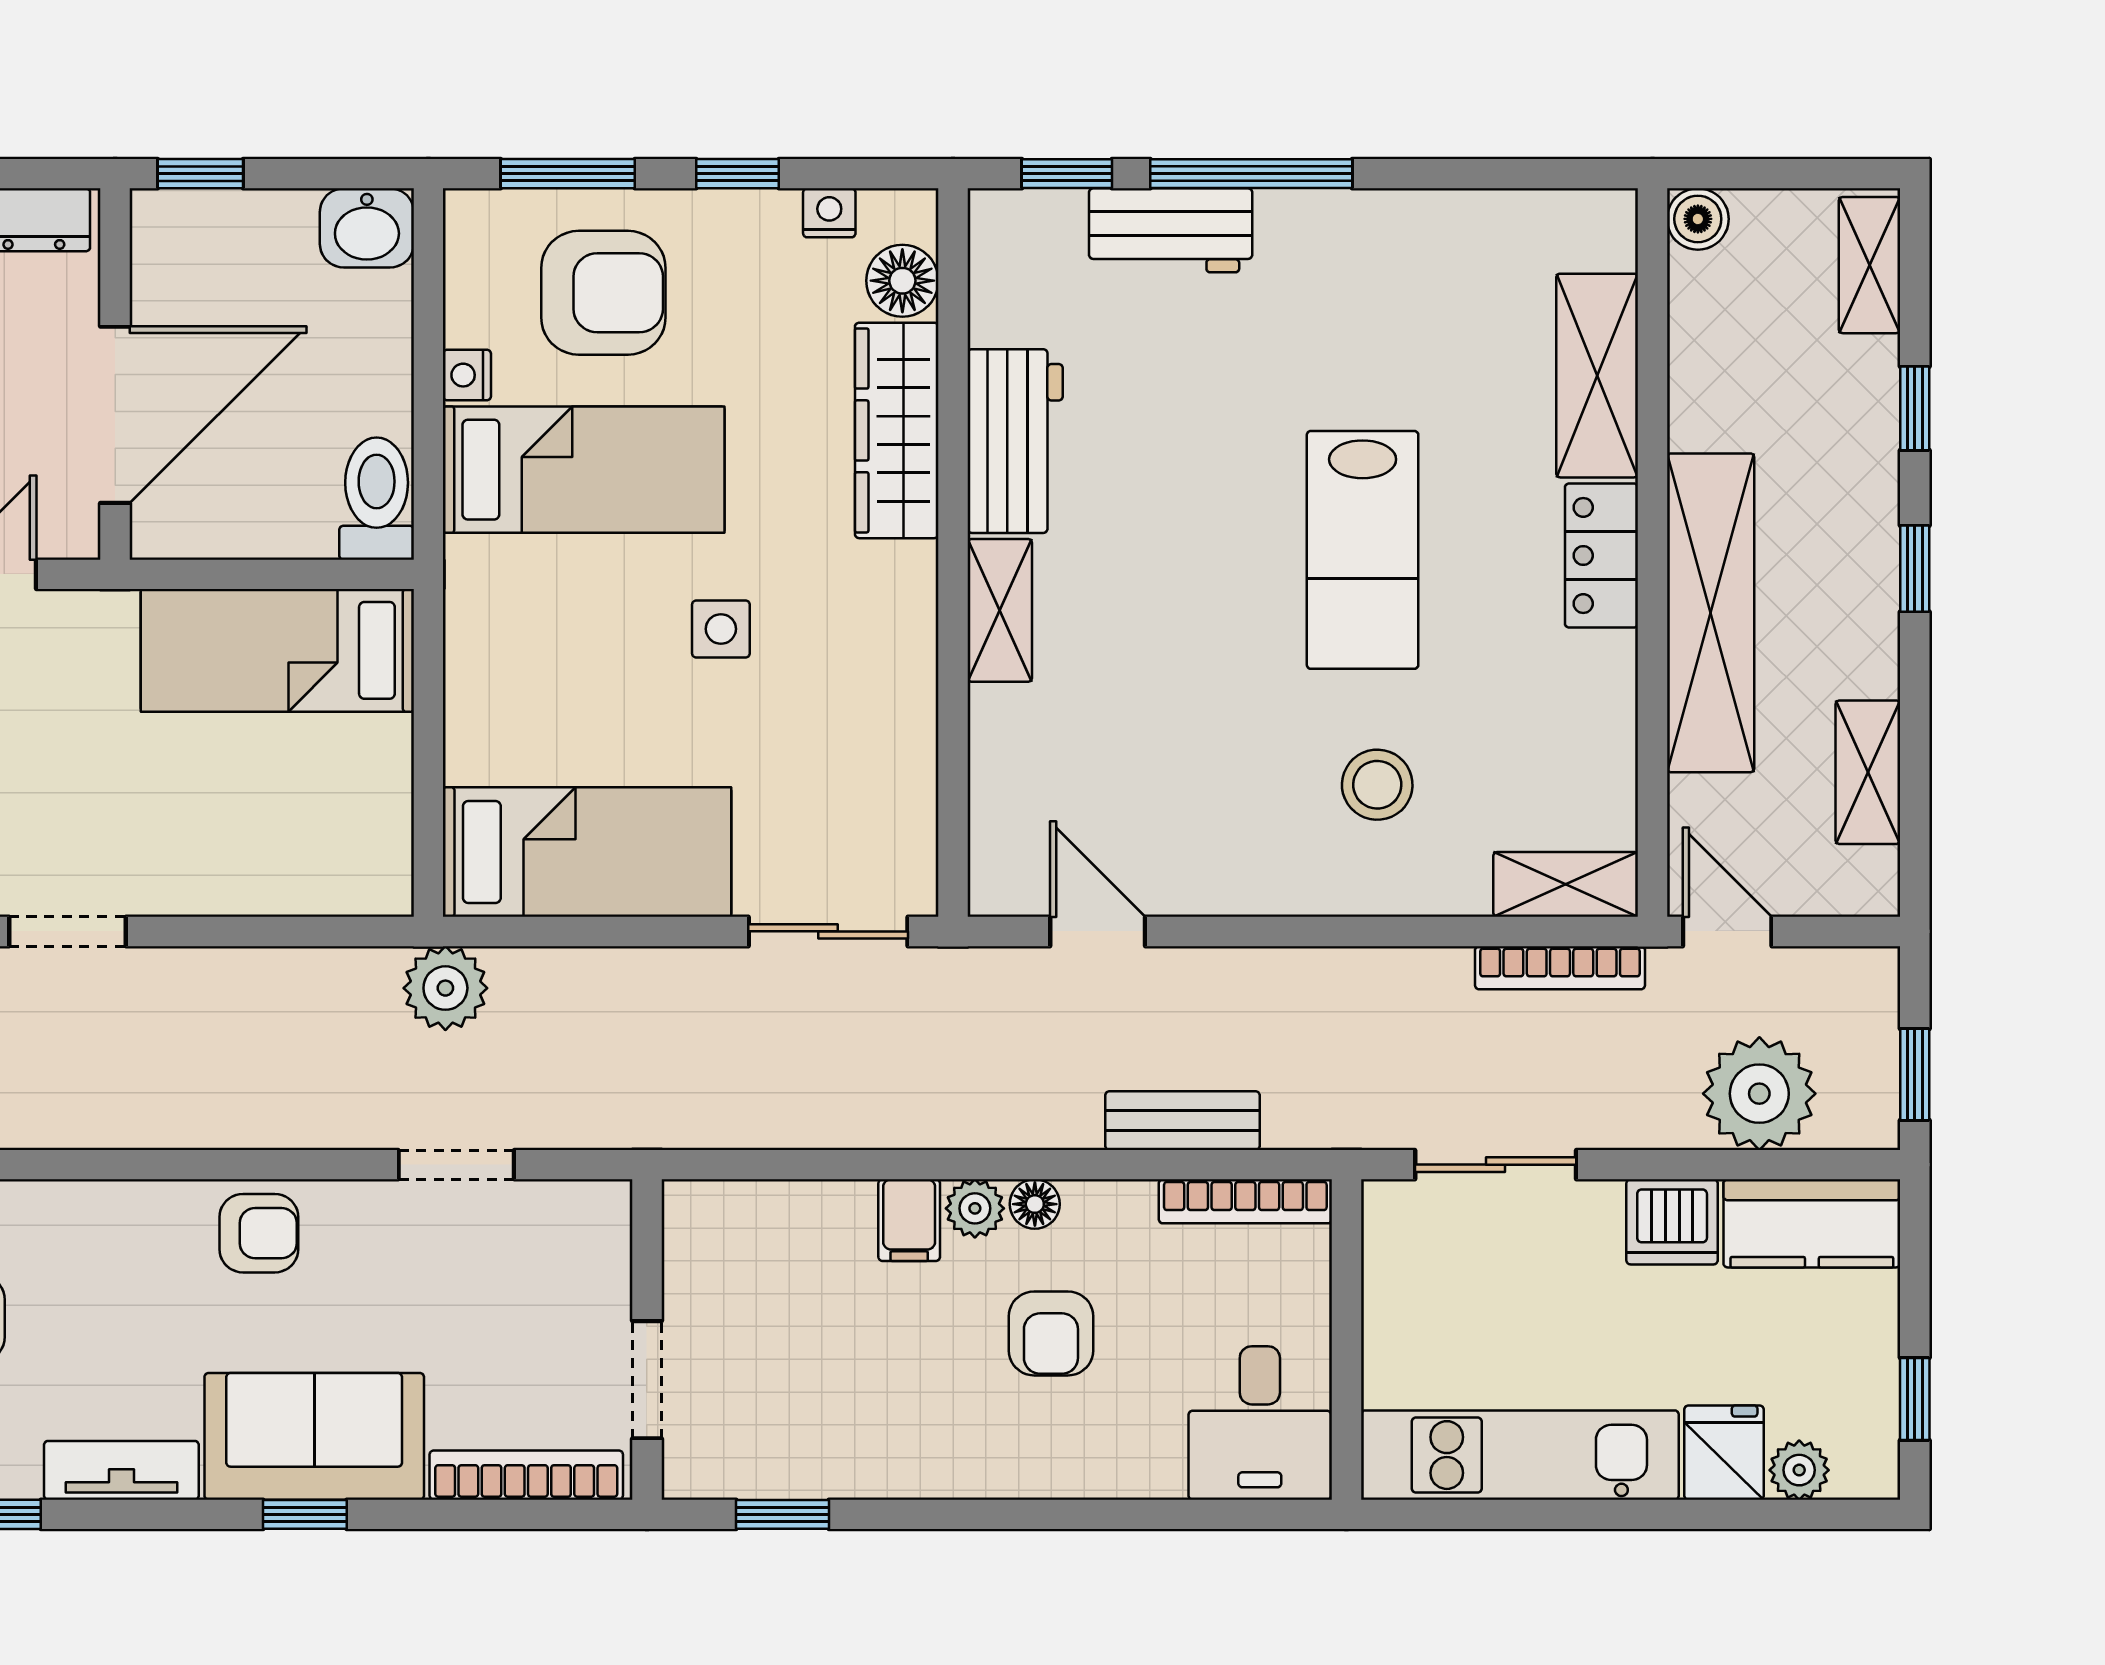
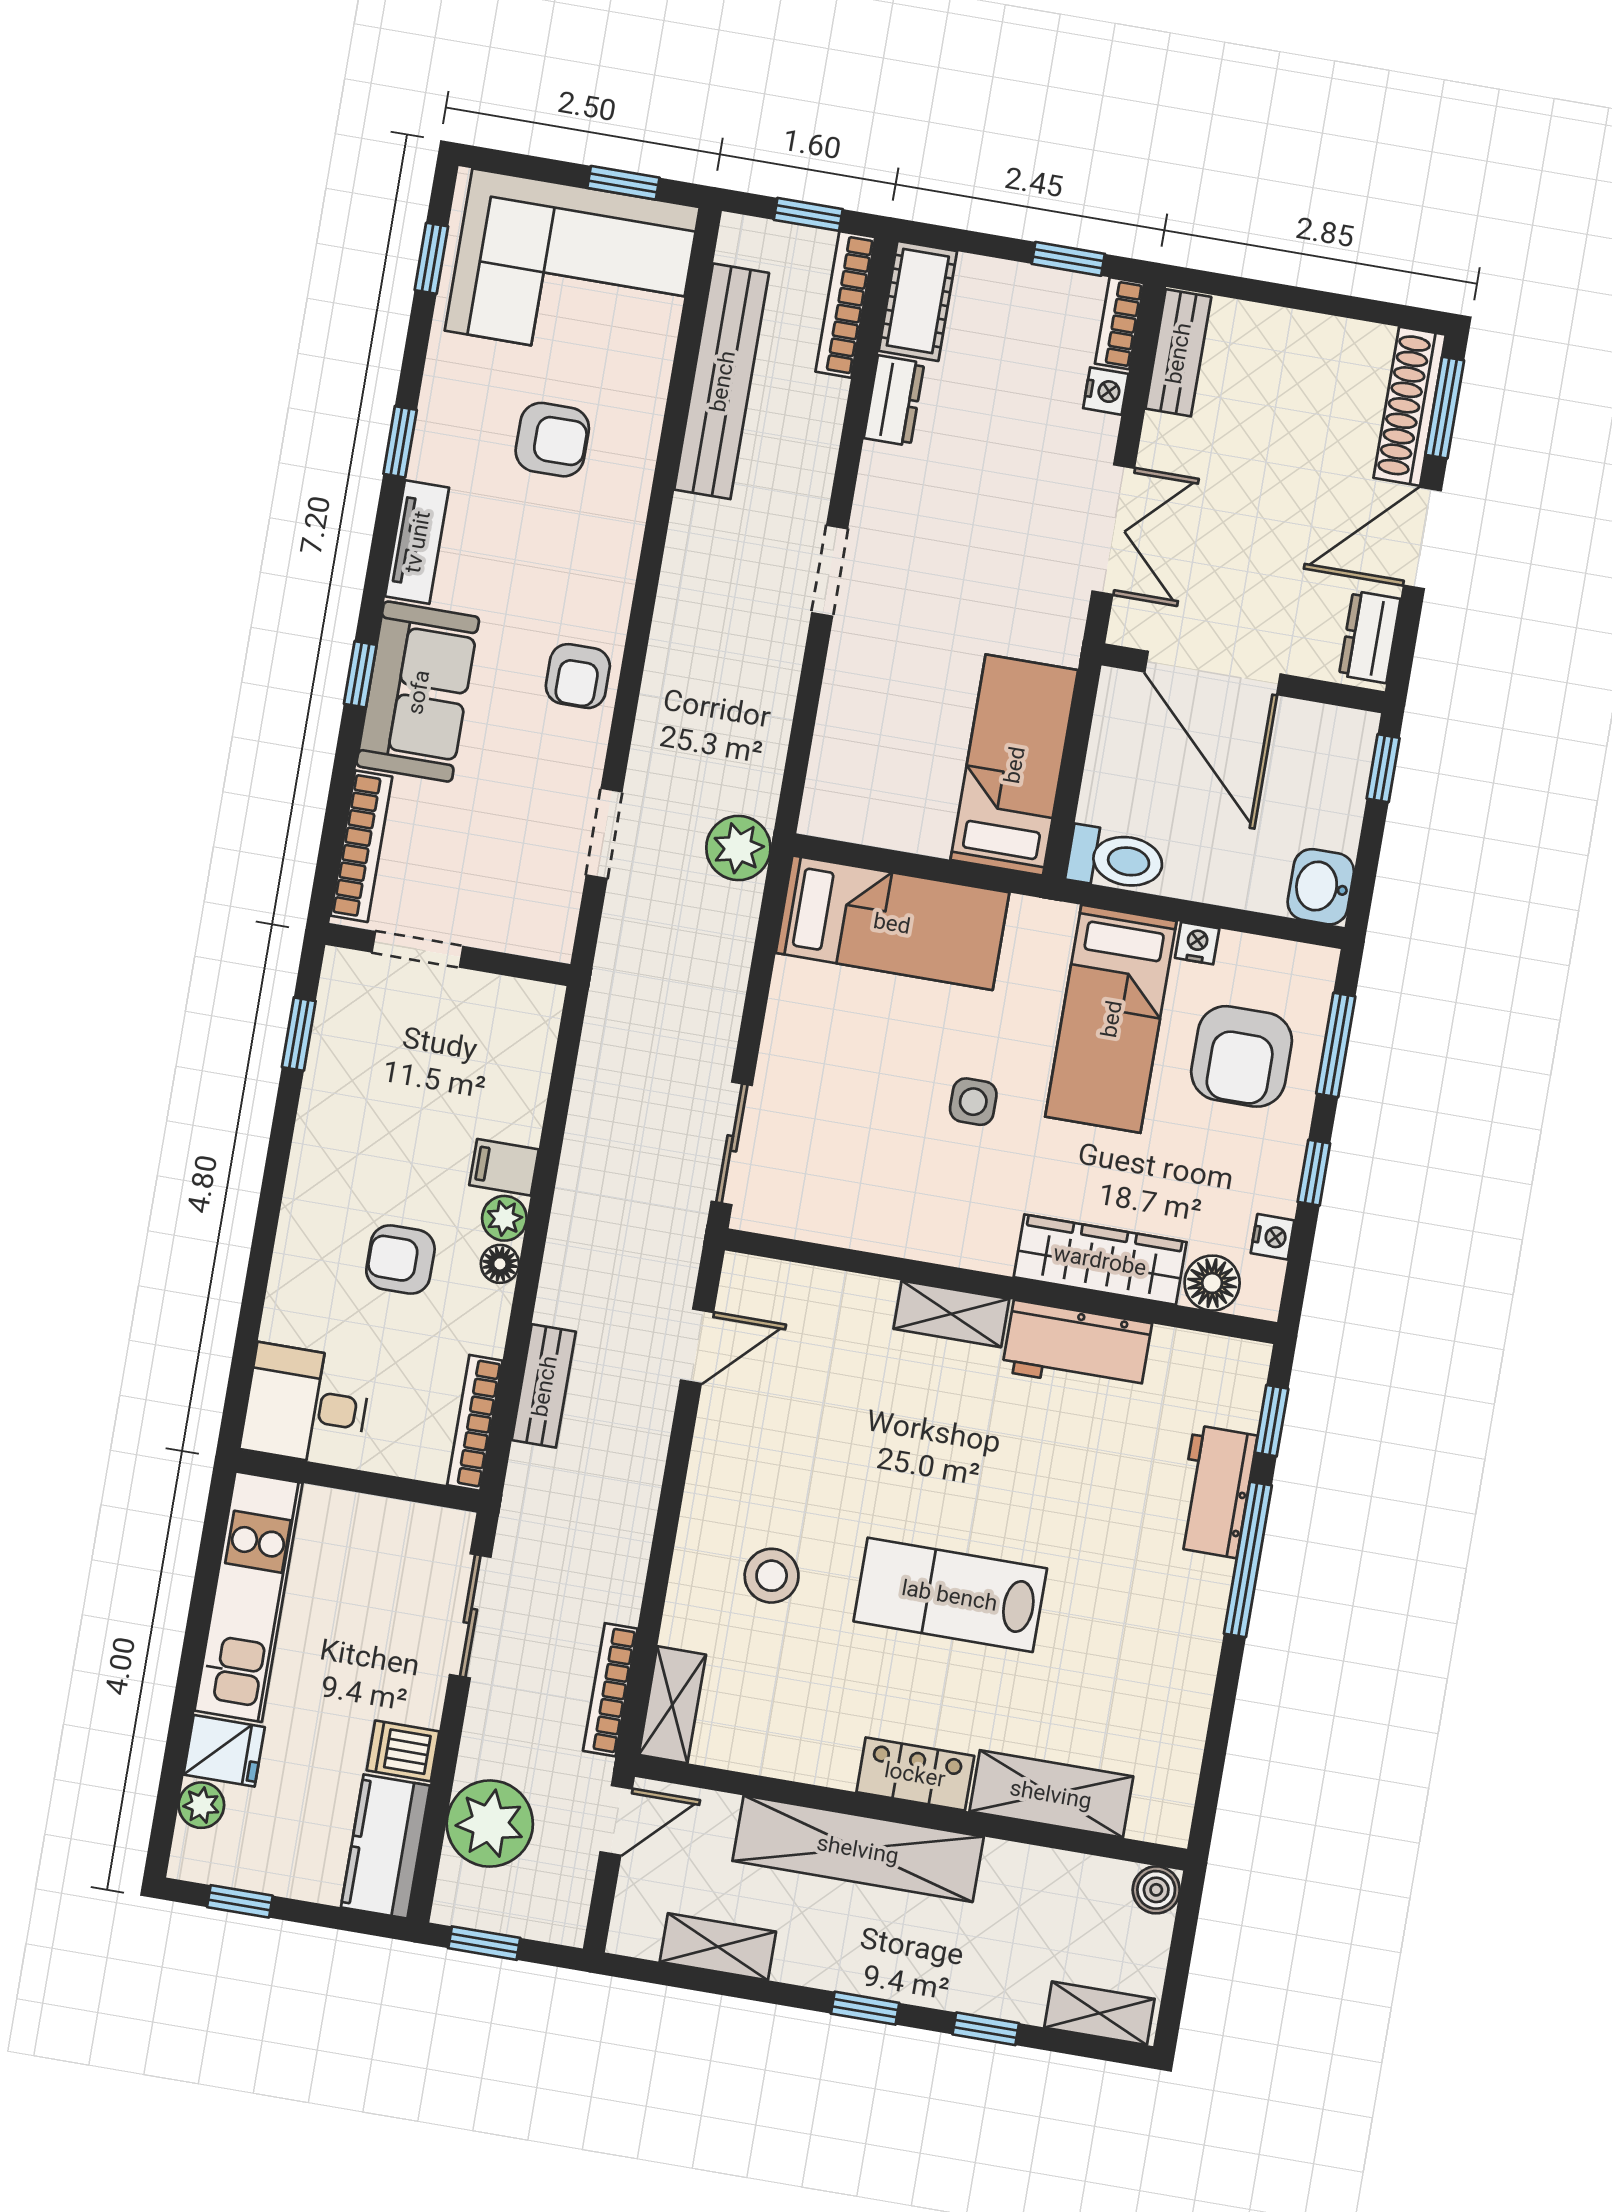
bed: (587, 852) -> (892, 923), moved, turned -90
dishwasher: (1672, 1222) -> (403, 1751), width x0.73

